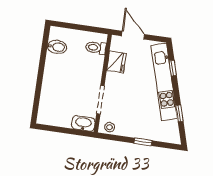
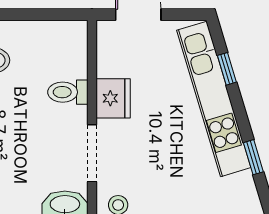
toilet: (96, 48) -> (68, 92), moved
fridge: (116, 62) -> (113, 98), moved

